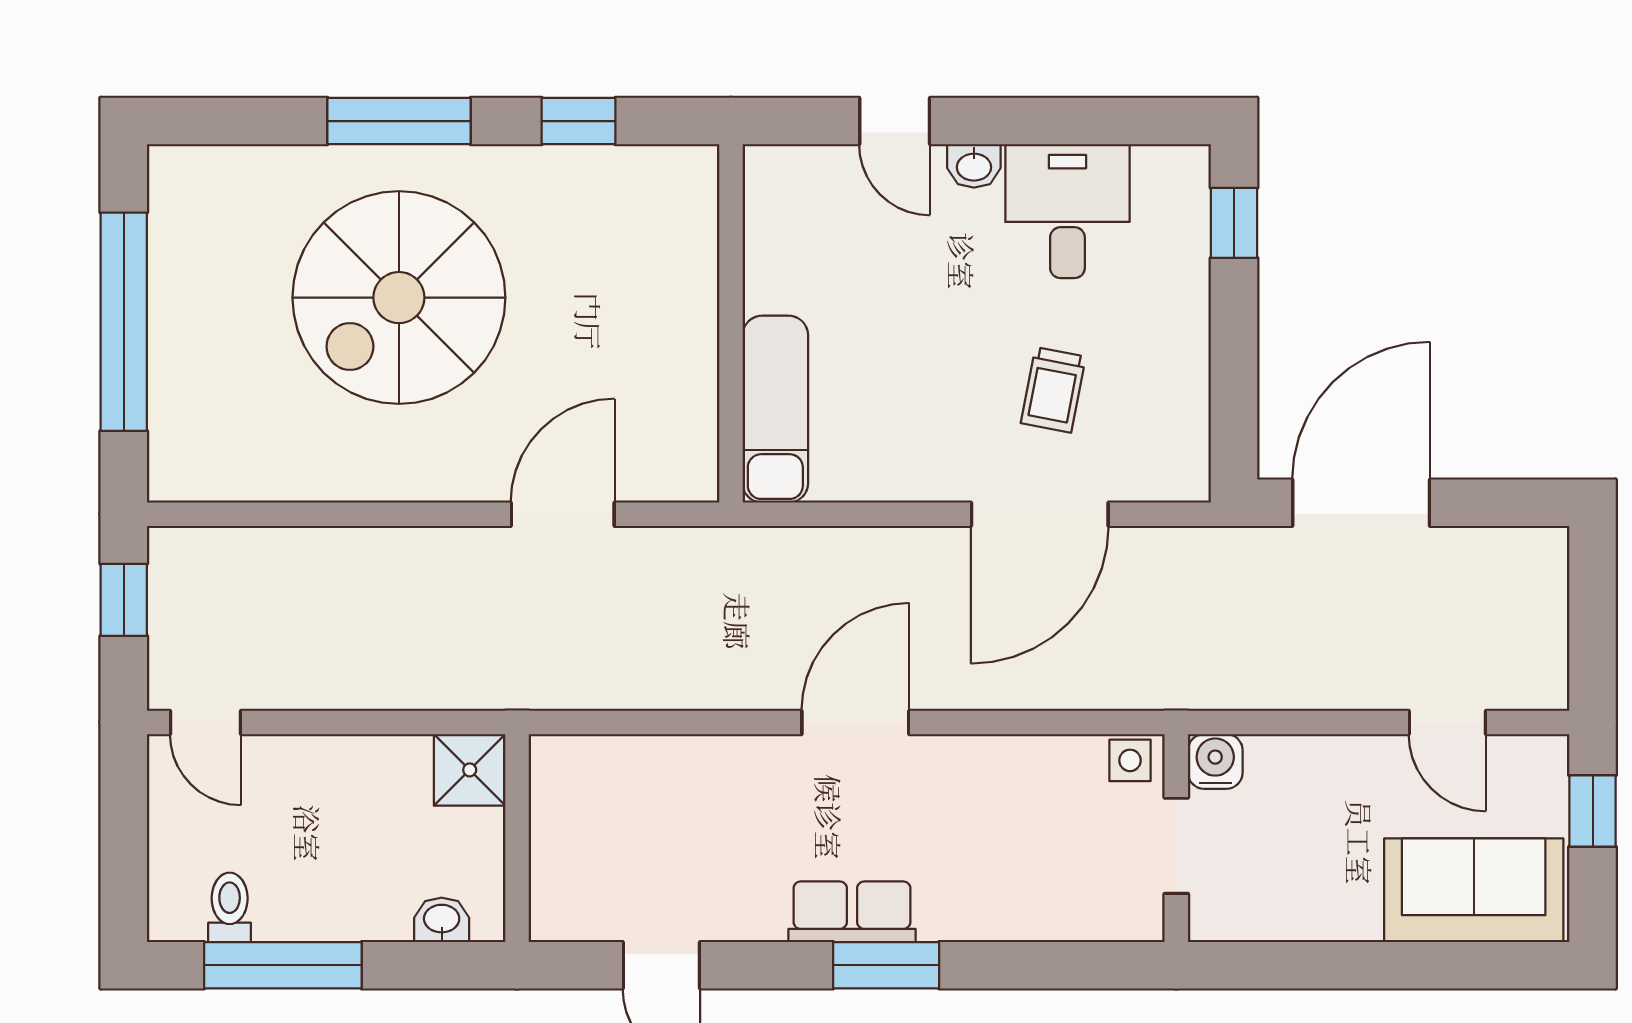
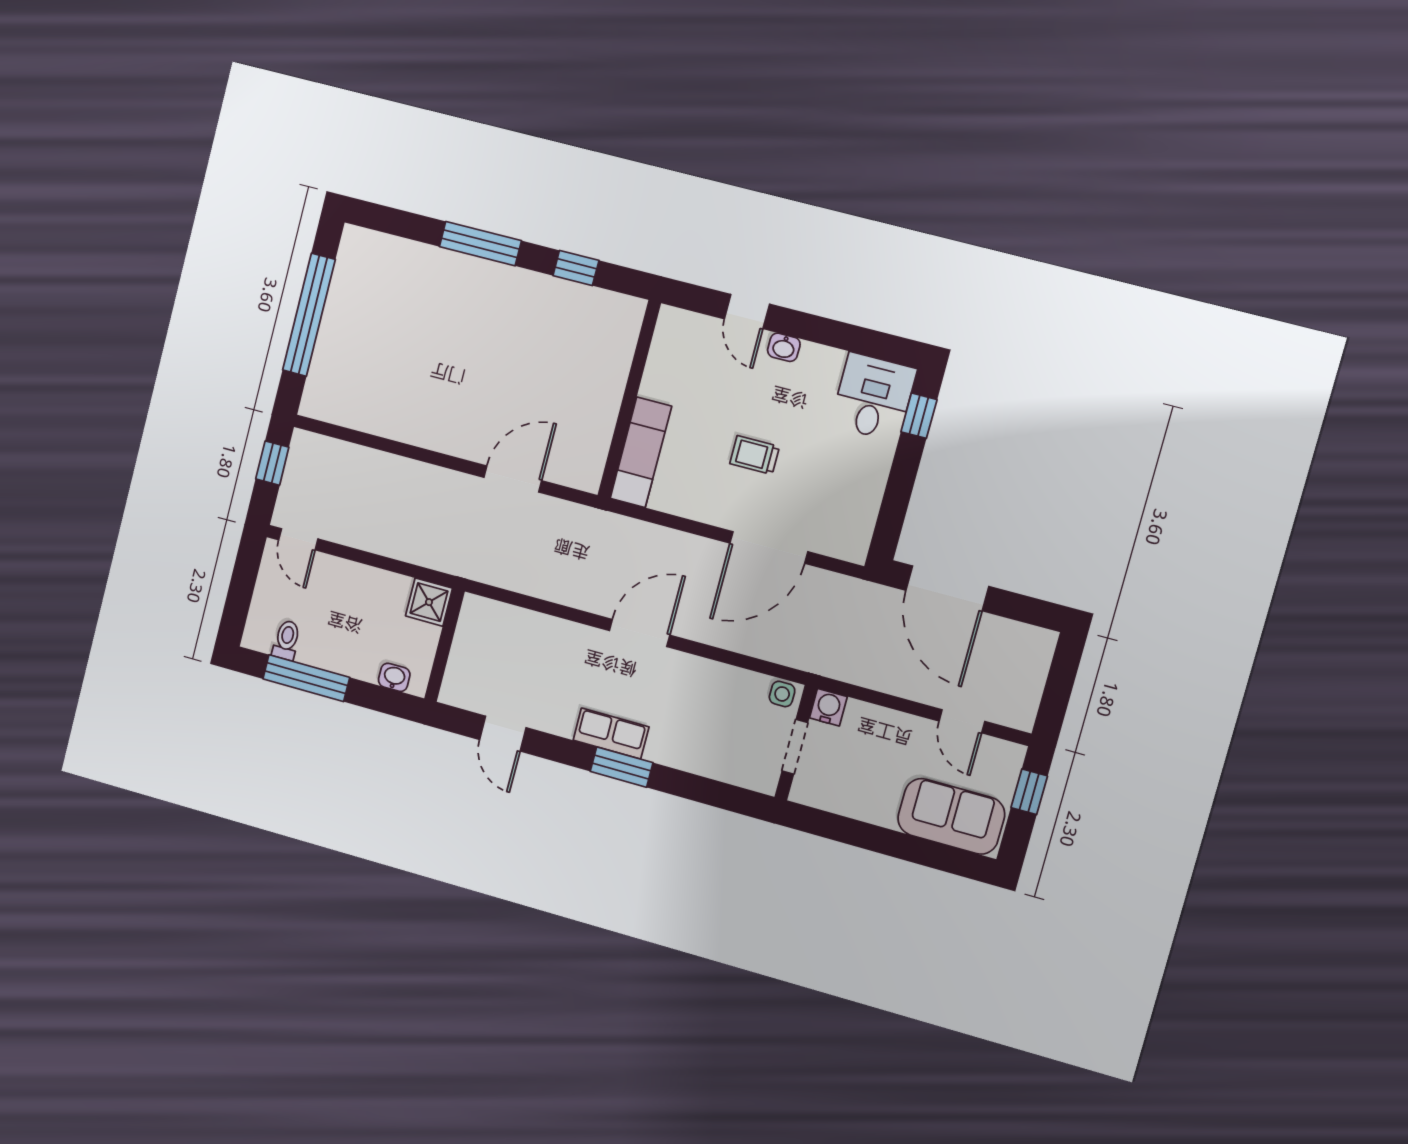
desk: (1067, 211) -> (873, 397), moved
spiral stairs: (399, 298) -> (456, 339), removed
trolley: (1053, 390) -> (755, 455), moved, turned 79
door: (1361, 503) -> (947, 588), swing flipped

